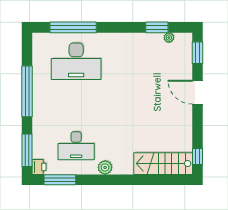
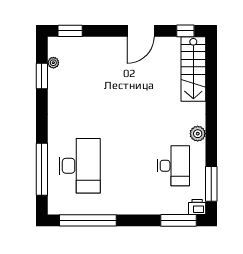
window: (27, 91) -> (88, 220), moved
door: (197, 92) -> (141, 31), moved

